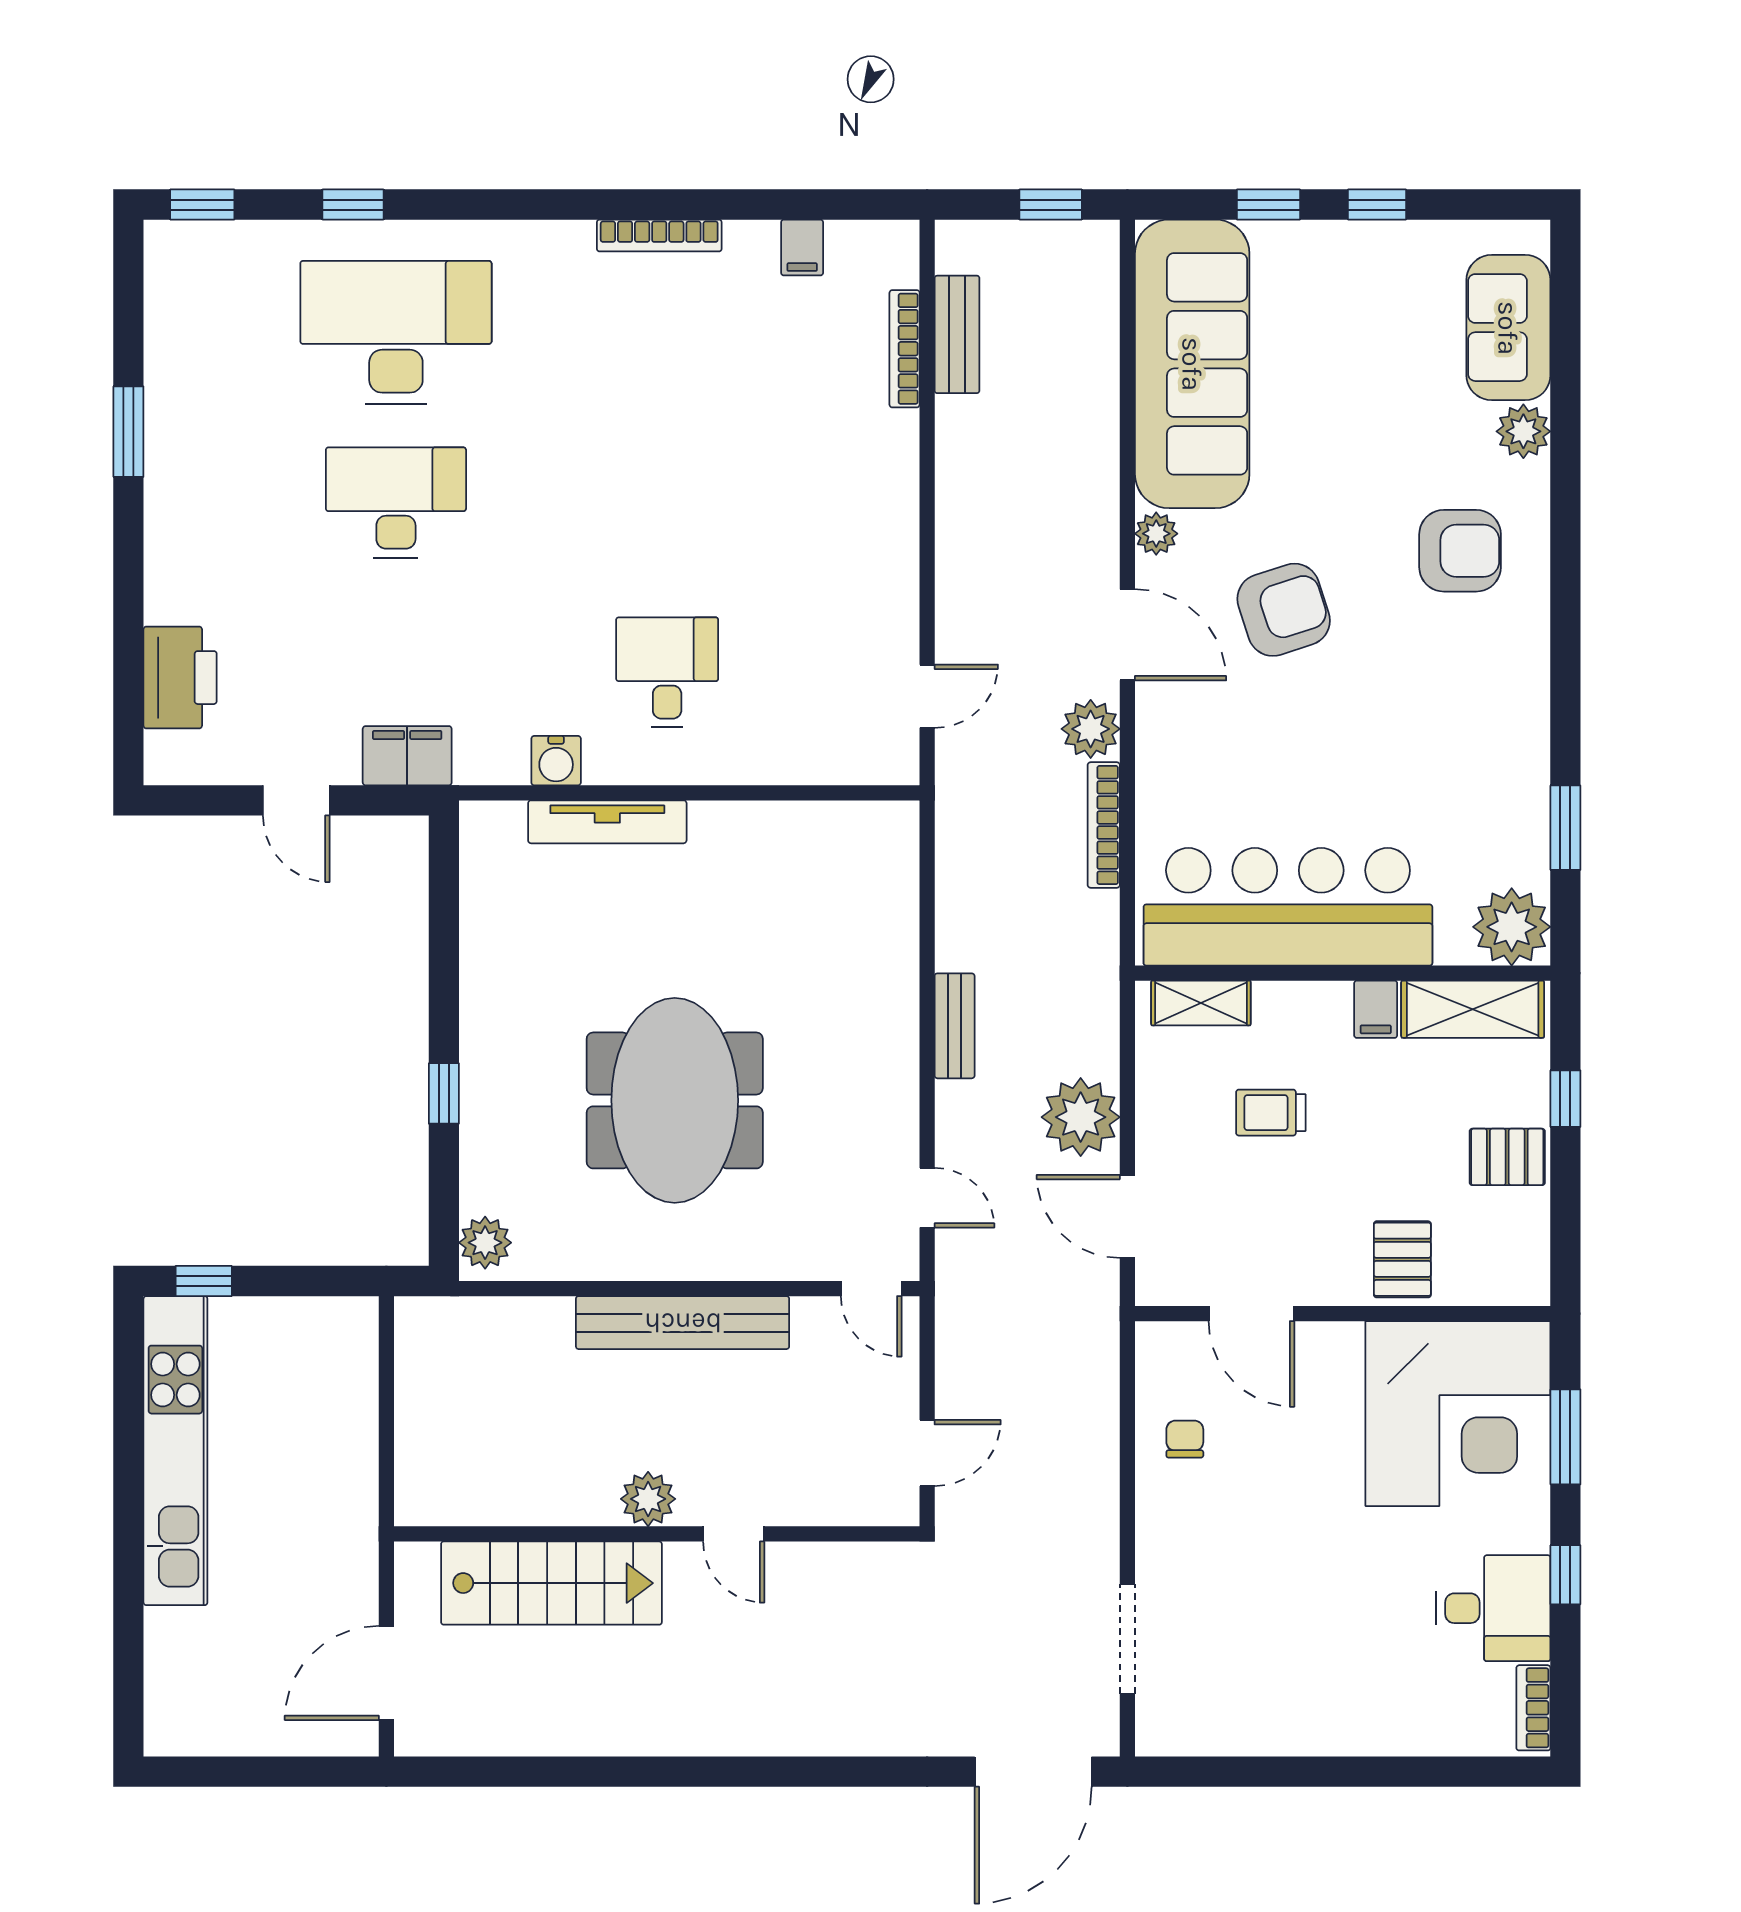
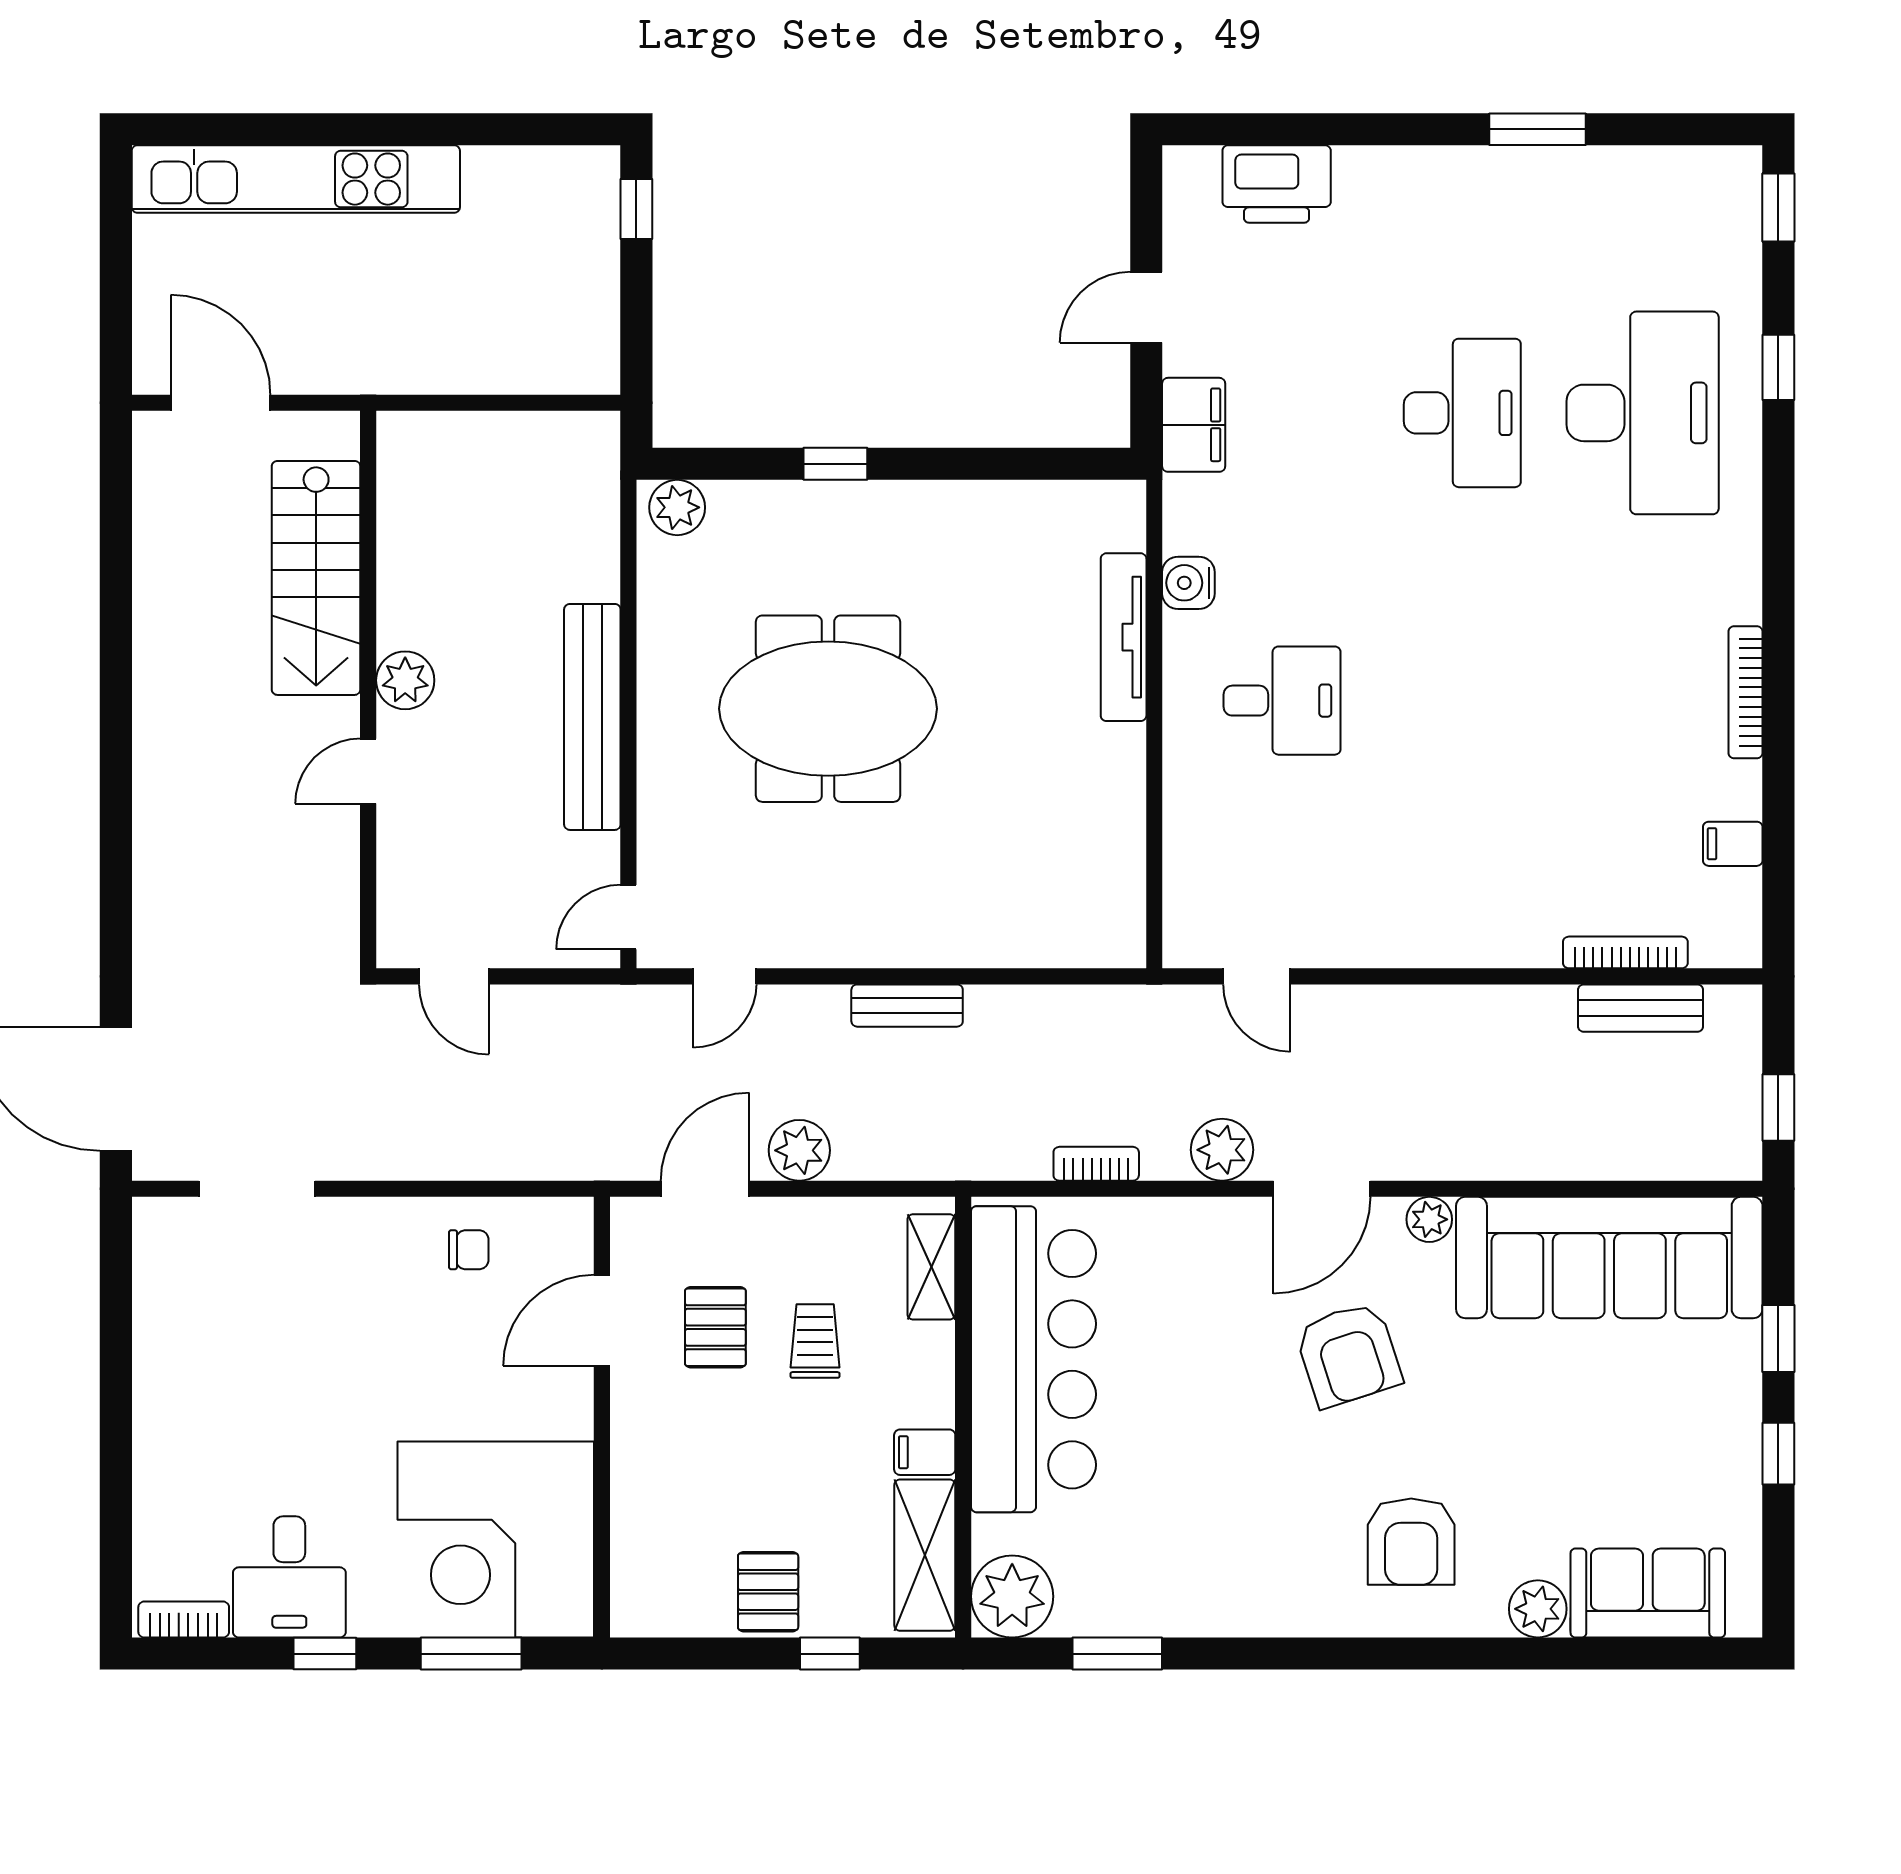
bookcase: (1104, 825) -> (1096, 1164), width x0.64
plant: (1081, 1117) -> (799, 1150), width x0.73, depth x0.73
pallet: (1402, 1259) -> (715, 1327), moved, turned 90
kitchen unit: (175, 1451) -> (296, 179), moved

